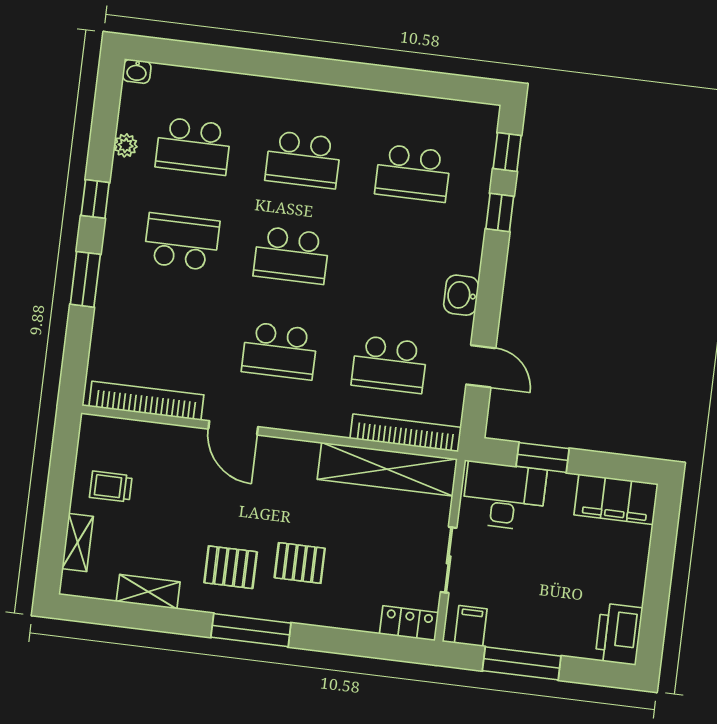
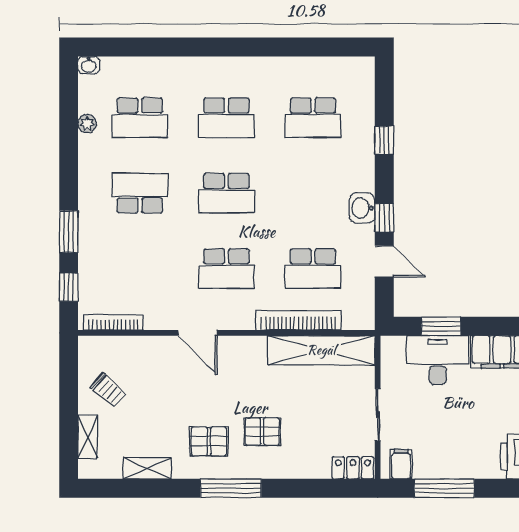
window: (507, 152) -> (384, 218), moved
window: (95, 199) -> (69, 287), moved
bookcase: (146, 401) -> (113, 322), width x0.68, depth x0.76
bookcase: (406, 433) -> (298, 320), moved
trolley: (111, 487) -> (108, 390), turned -139
desk: (504, 496) -> (438, 360), moved

